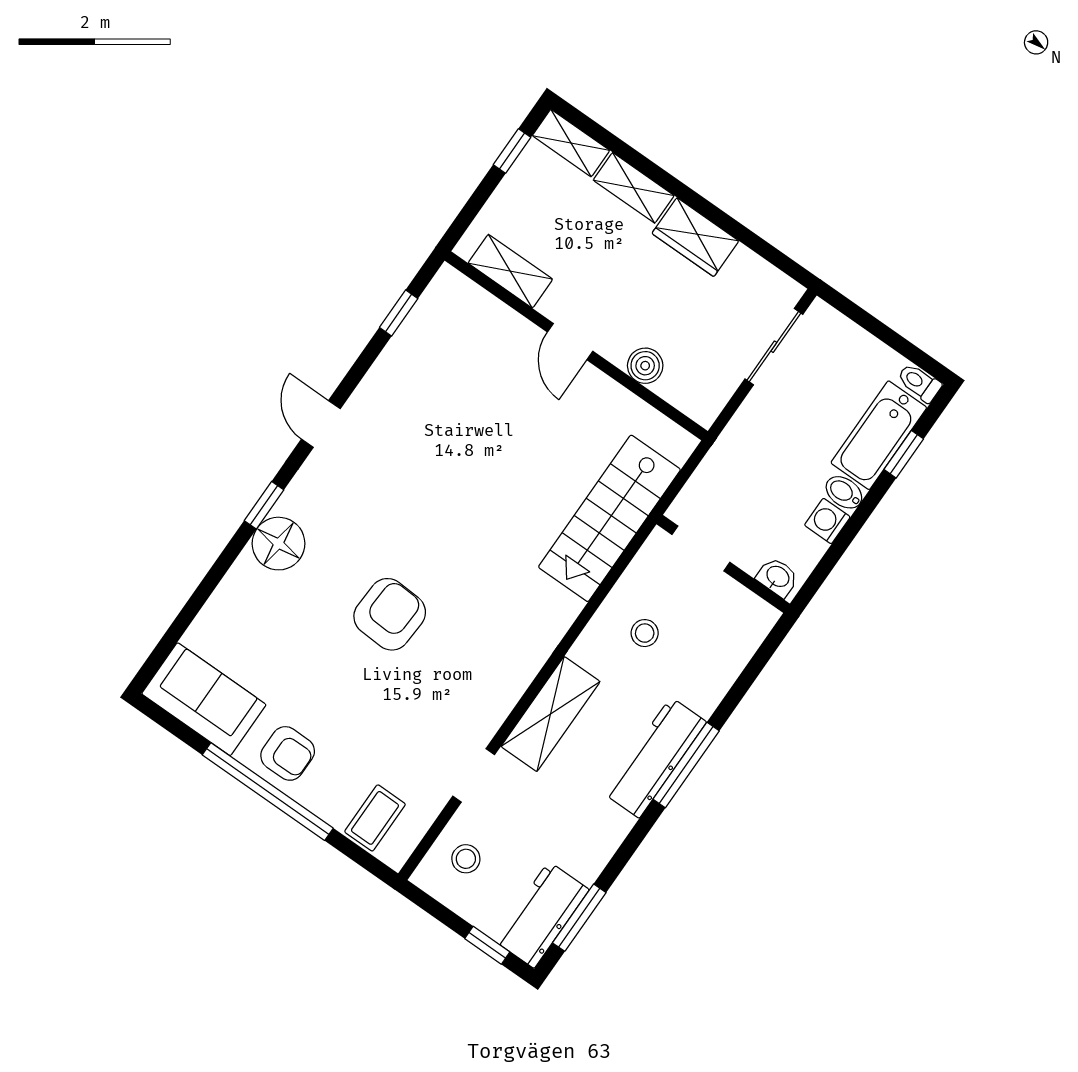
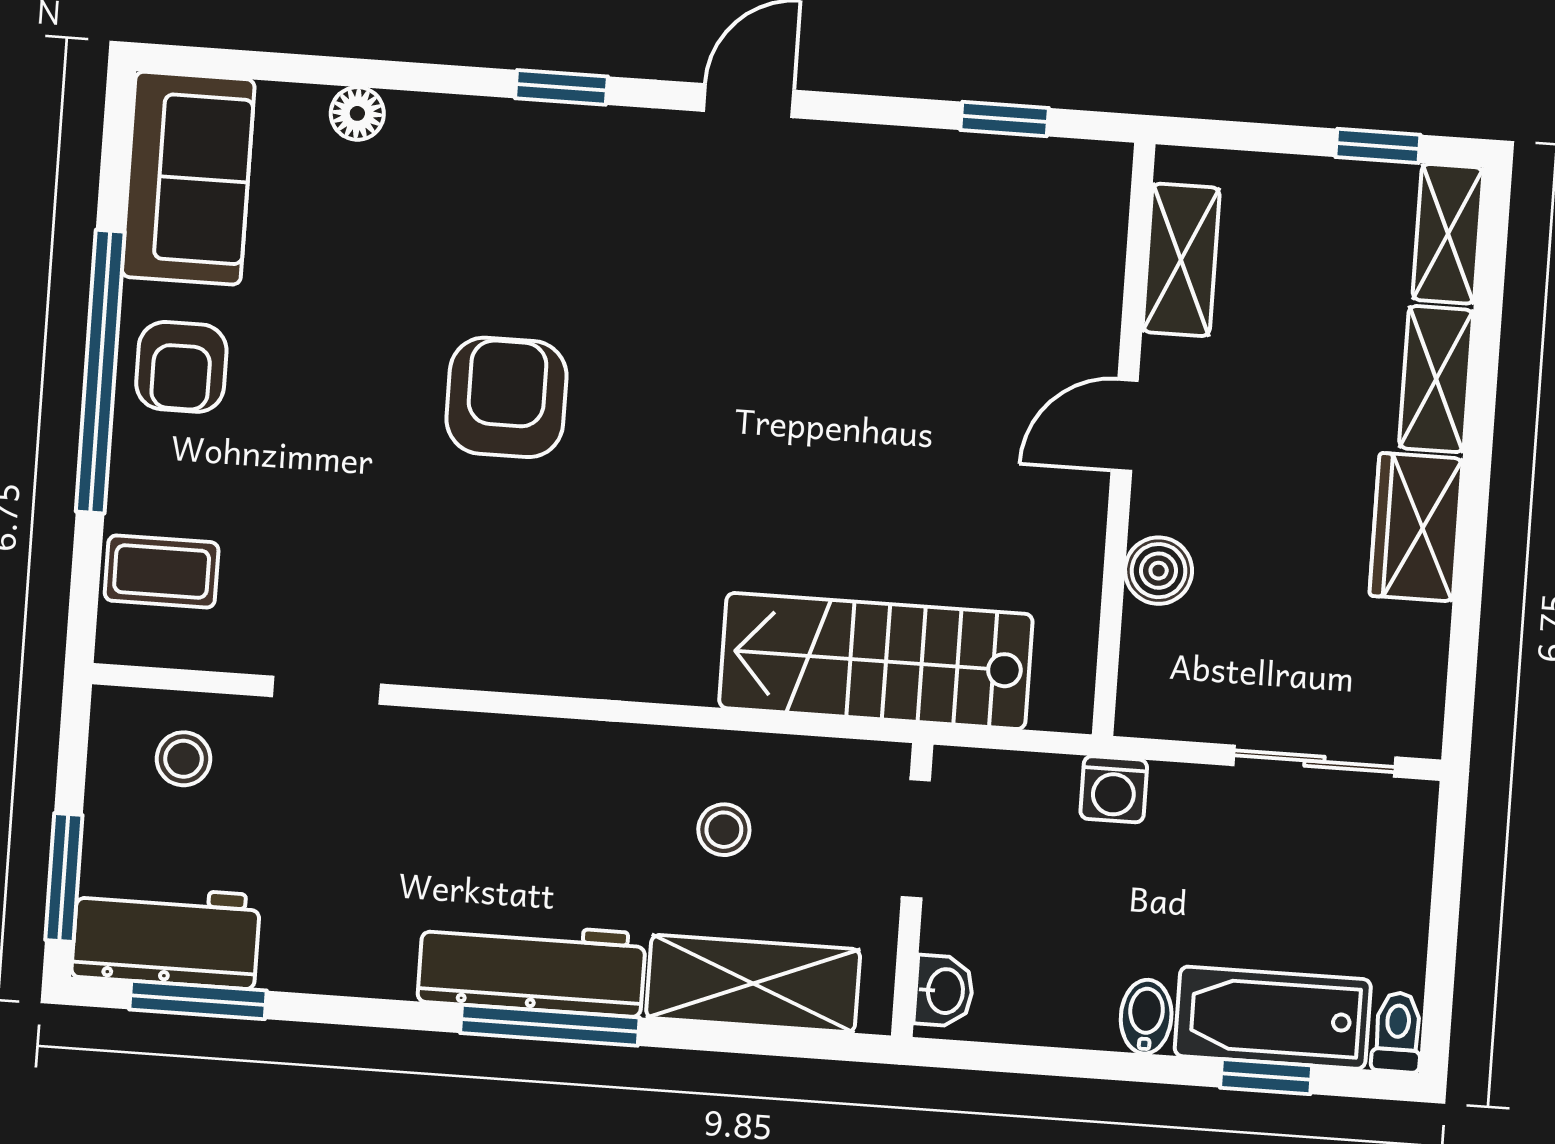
washing machine: (827, 521) -> (1114, 789), moved, turned 180
floor lamp: (279, 544) -> (357, 113), moved, width x0.53, depth x0.53
armchair: (390, 614) -> (506, 397), turned -93
shelving: (551, 714) -> (753, 984), moved
window: (487, 945) -> (64, 877), width x1.50

